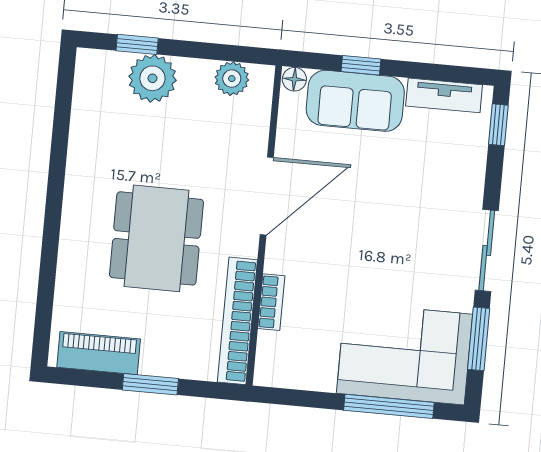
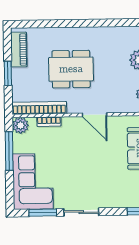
door: (267, 196) -> (94, 115), width x0.73
plant: (273, 368) -> (20, 125), added
window: (389, 406) -> (9, 151), moved

